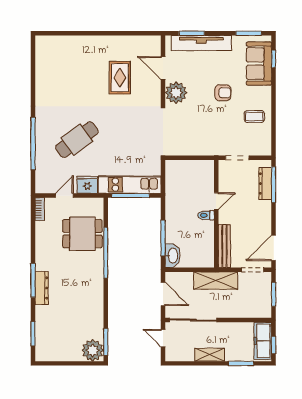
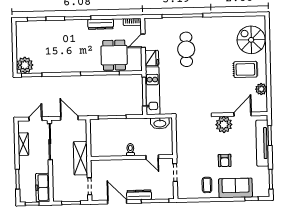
plant: (131, 43) -> (261, 89), added
spiral stairs: (66, 55) -> (251, 40), added
sofa: (259, 64) -> (236, 188), moved
rug: (120, 78) -> (245, 69), moved
cafe table: (77, 140) -> (186, 49), turned 36
dresser: (265, 183) -> (139, 195), moved
door: (64, 196) -> (143, 41), swing flipped
door: (216, 201) -> (152, 157), moved
bench: (224, 246) -> (107, 164), removed
door: (274, 248) -> (117, 202), moved
washbasin: (173, 256) -> (160, 123), moved
dresser: (42, 288) -> (101, 24), moved
door: (163, 294) -> (69, 118), swing flipped
freezer: (263, 341) -> (43, 188), moved, turned -90
shelving: (209, 355) -> (23, 144), moved

